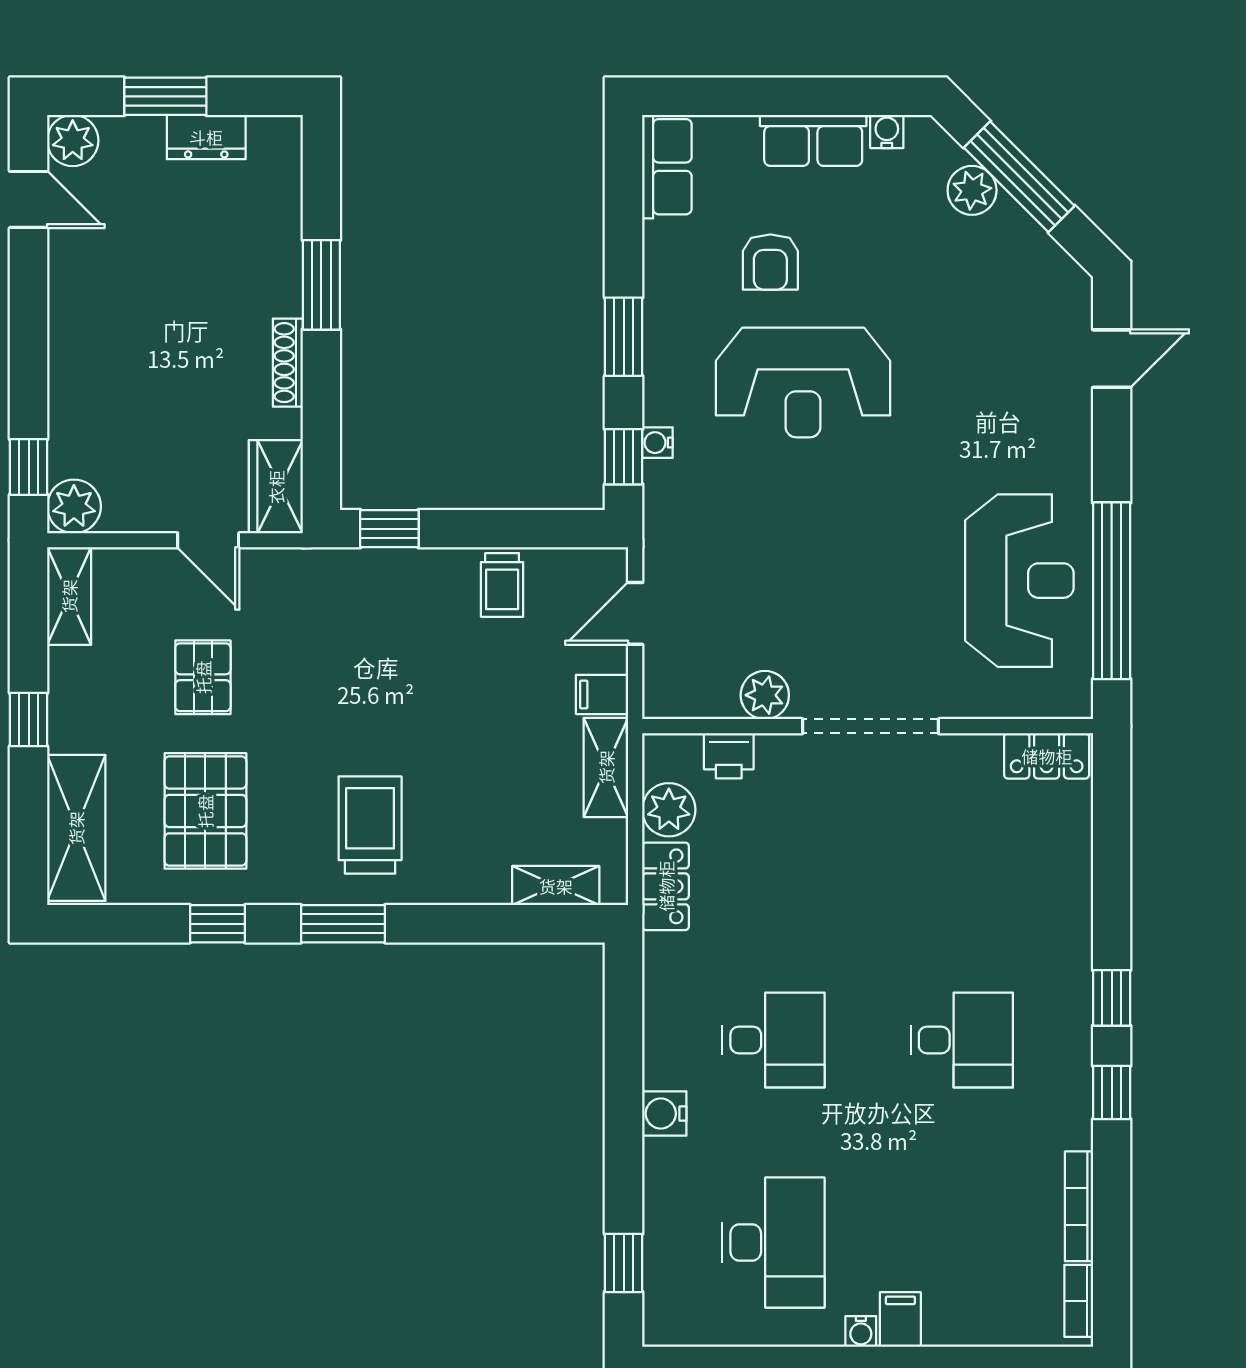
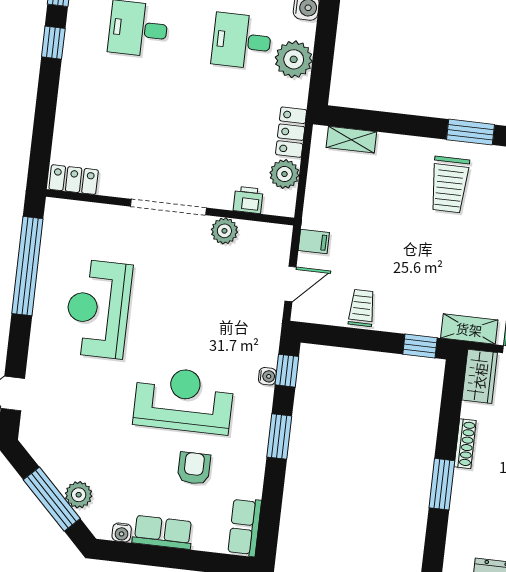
reception desk: (1019, 581) -> (98, 309), moved
shelving: (606, 767) -> (469, 329), moved, turned 90
plant: (676, 1018) -> (294, 59), added

